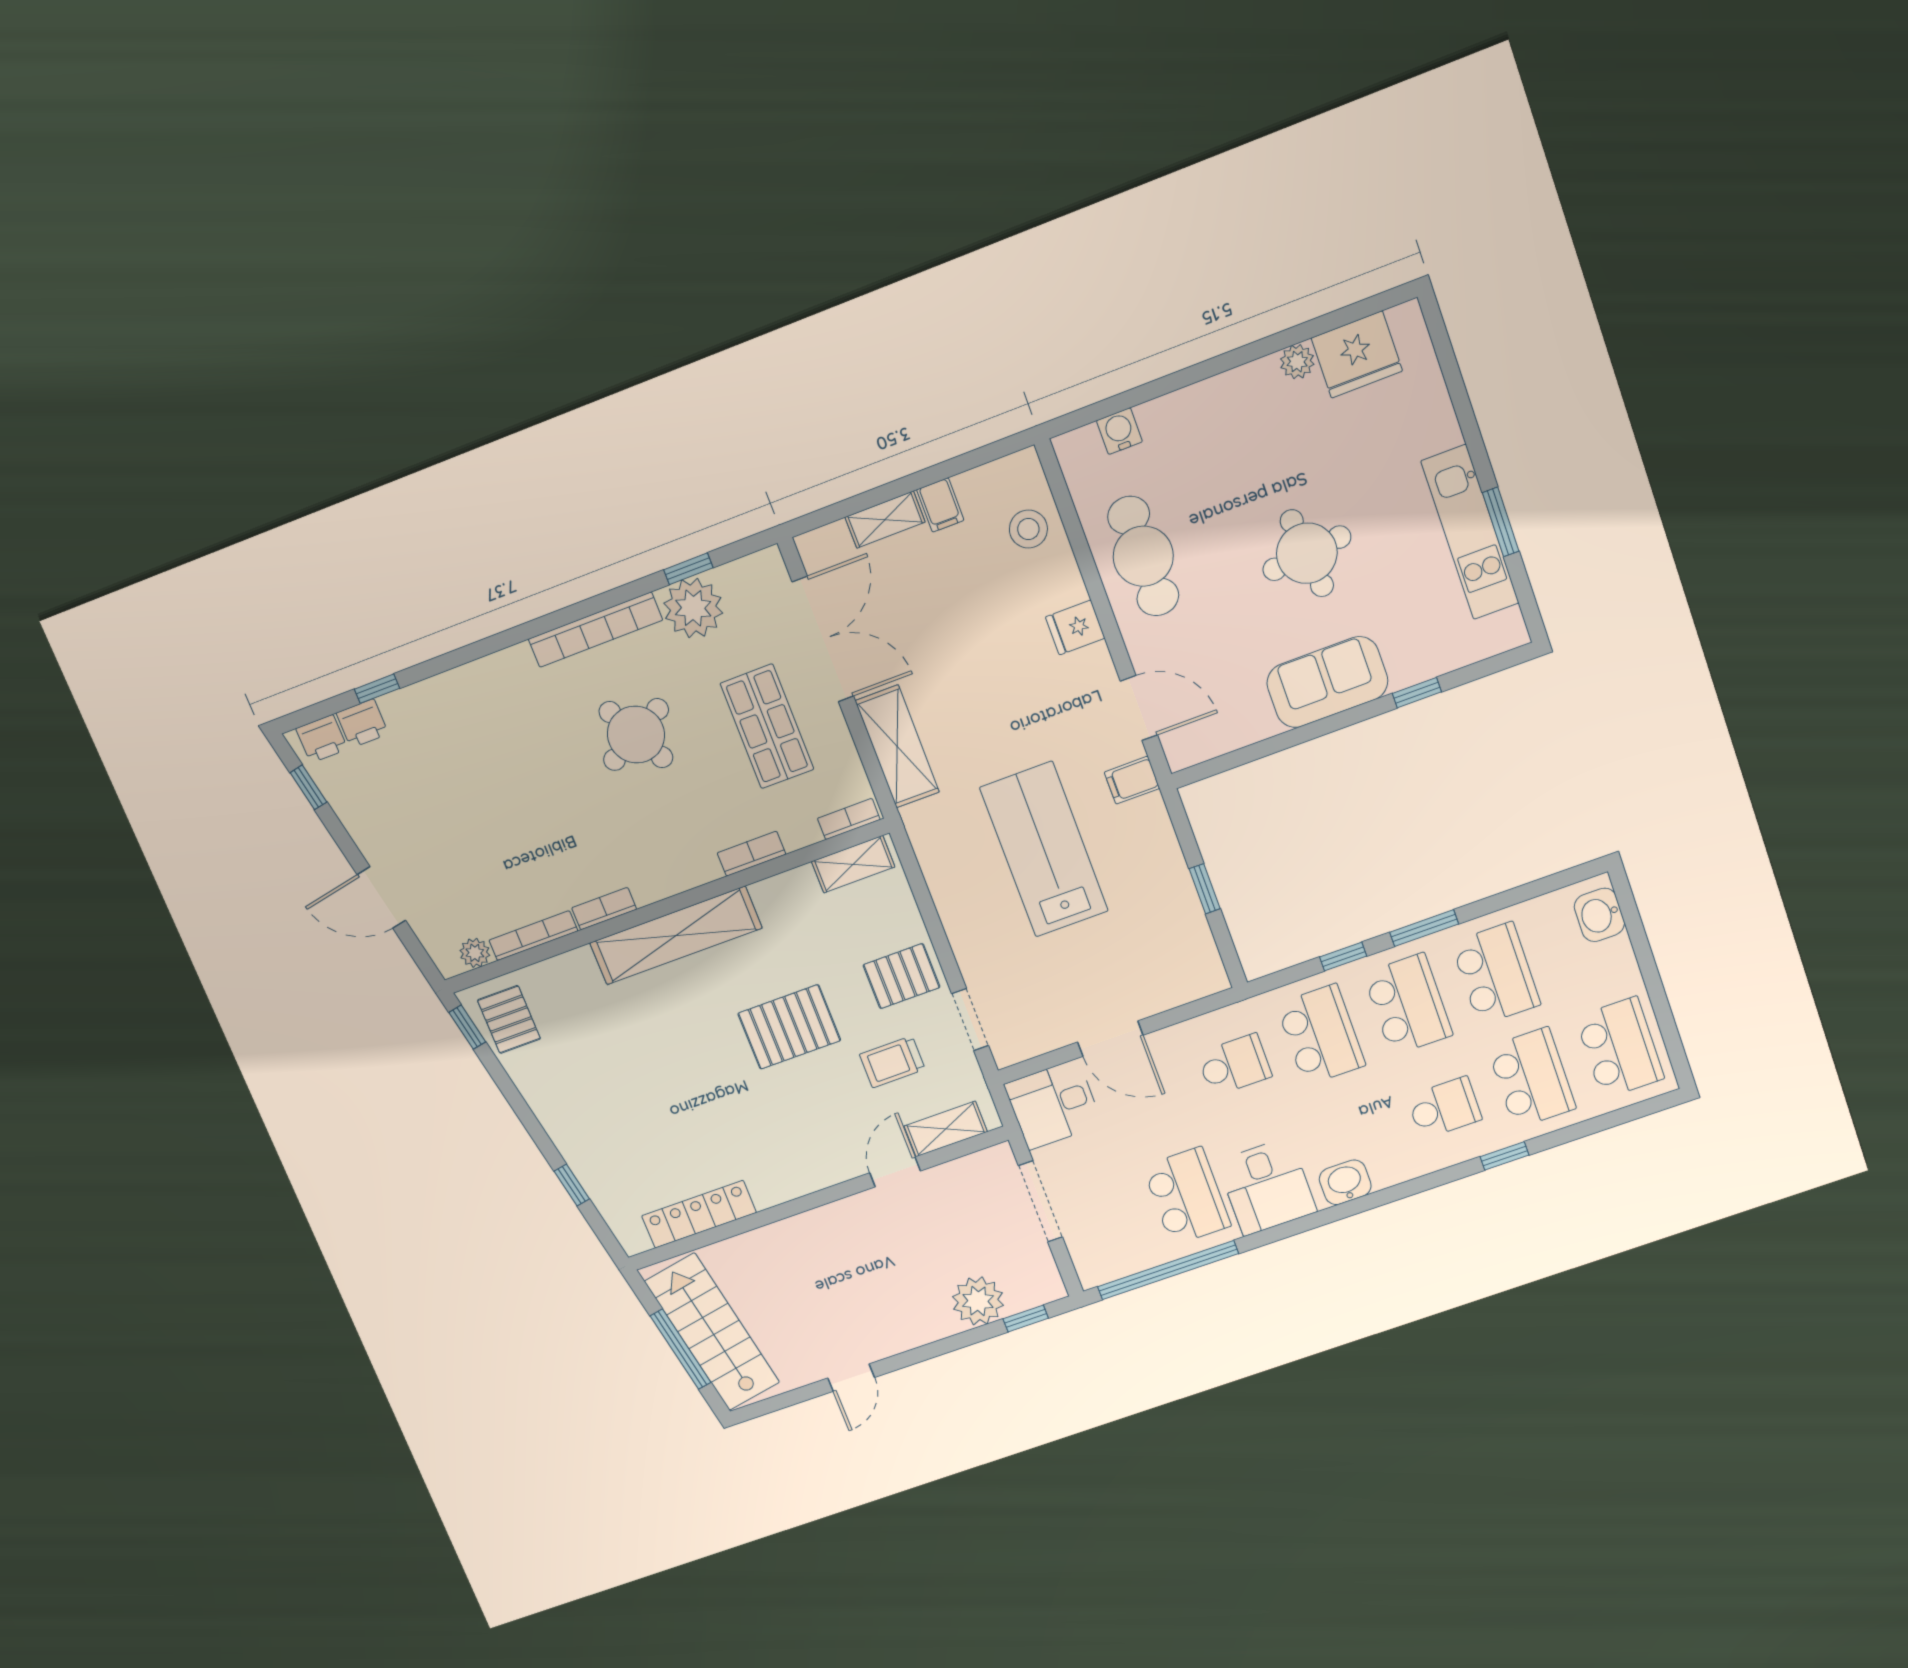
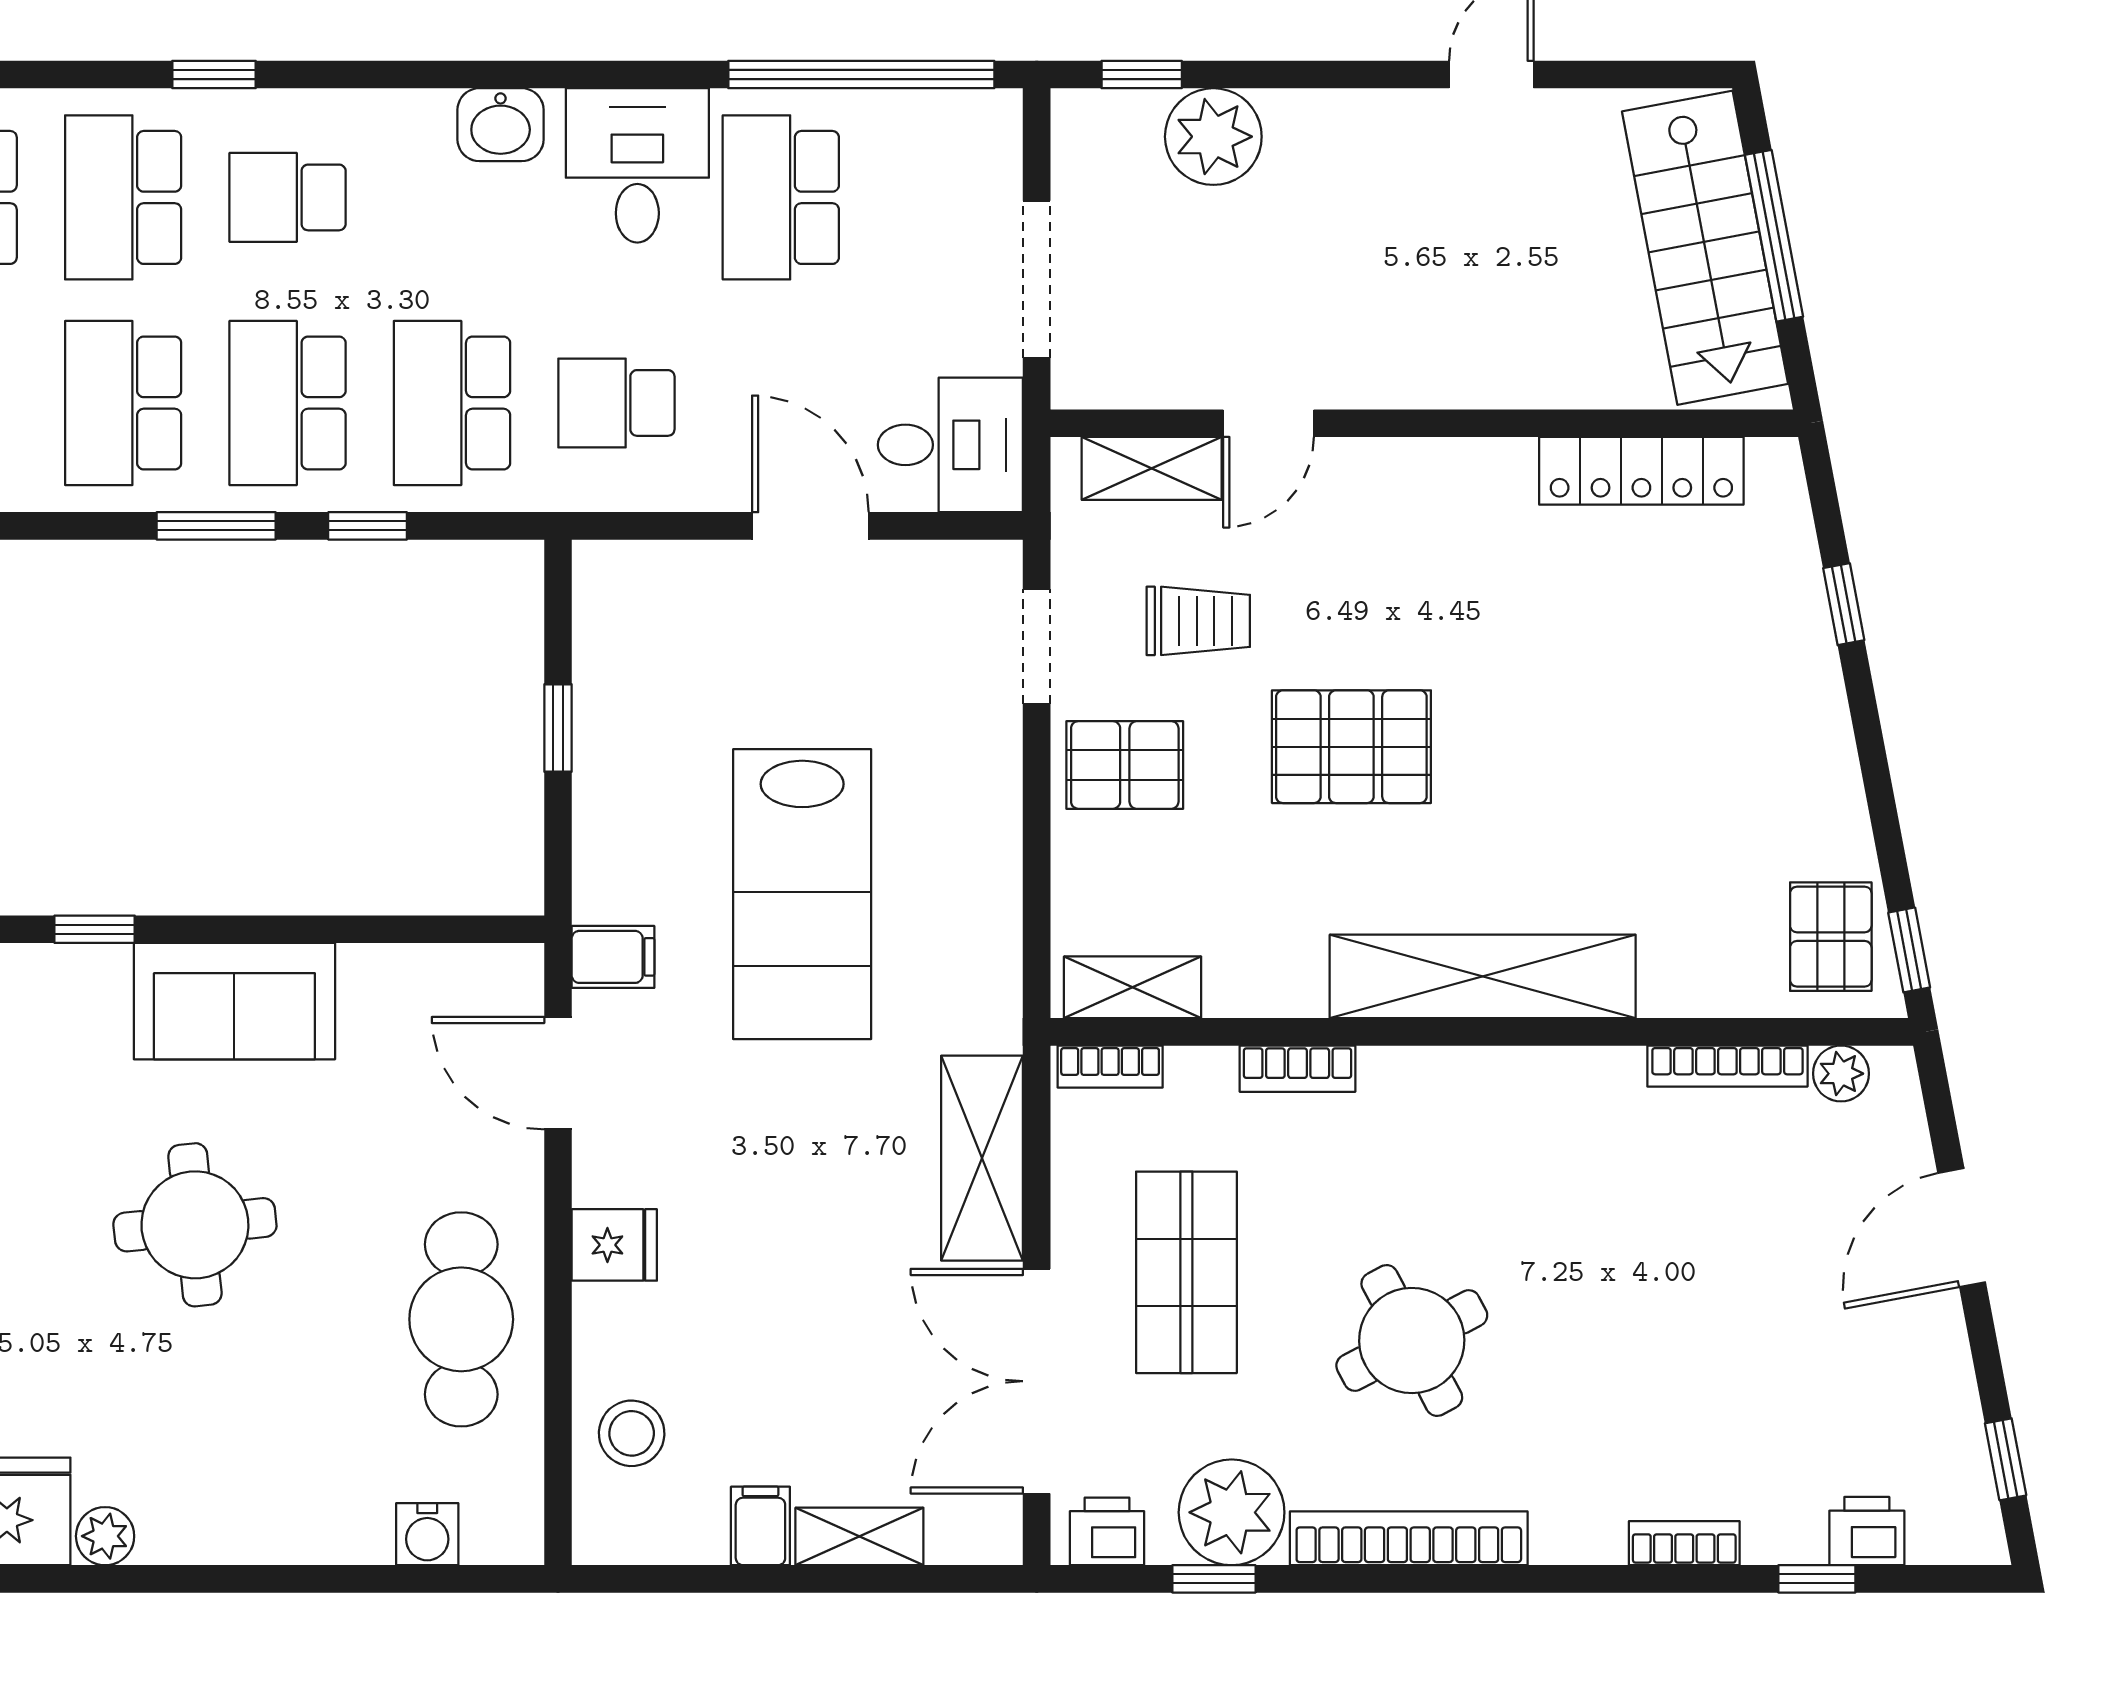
printer: (322, 739) -> (1107, 1531), moved
door: (381, 897) -> (1962, 1228), swing flipped
bookcase: (604, 909) -> (1684, 1543), moved, turned 180

